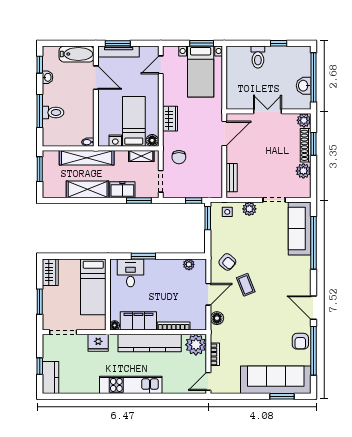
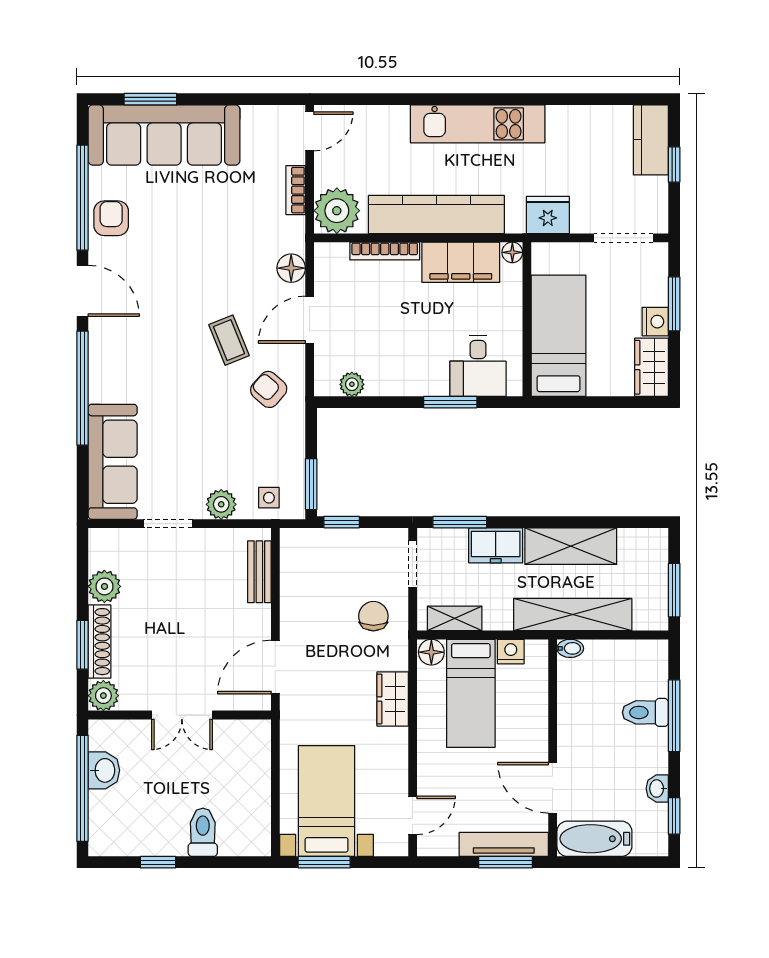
window: (314, 243) -> (83, 388), moved
nightstand: (48, 293) -> (655, 322), added

